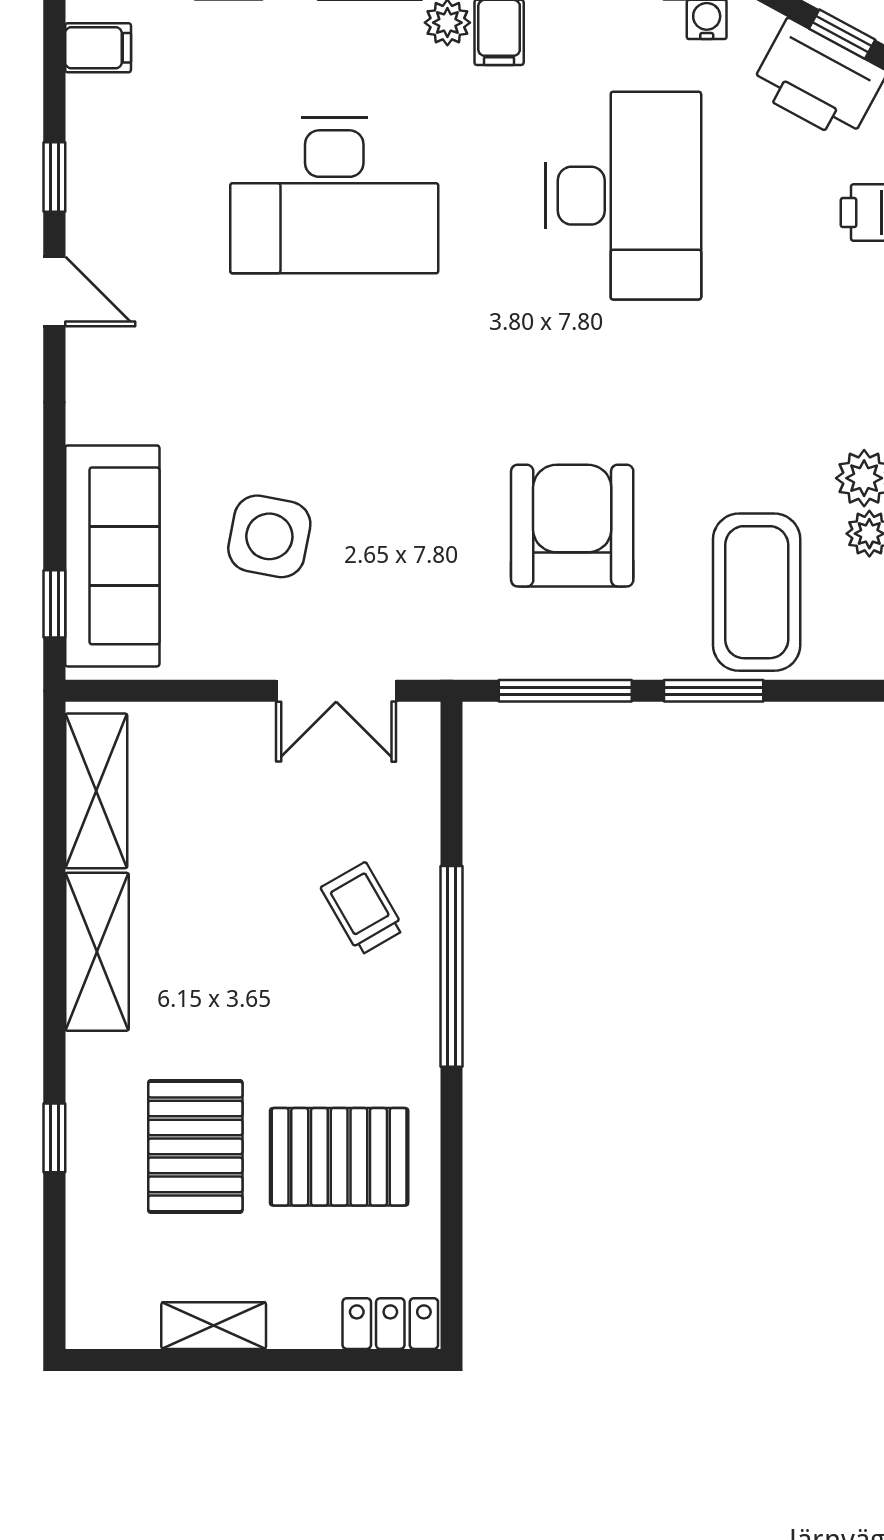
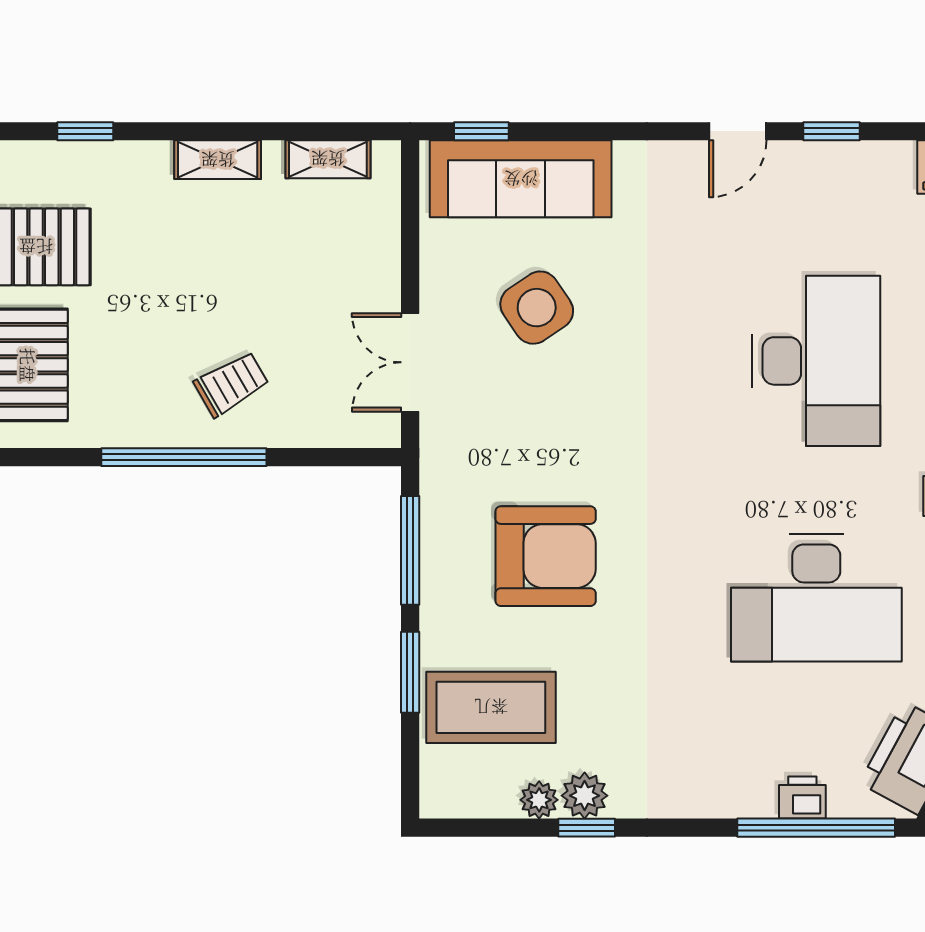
desk: (334, 196) -> (816, 361), turned 180
side table: (269, 536) -> (537, 308), turned 45
shelving: (96, 791) -> (328, 159), width x0.67, depth x0.75
shelving: (97, 952) -> (218, 160), width x0.67, depth x0.75
window: (54, 1138) -> (85, 131), moved

